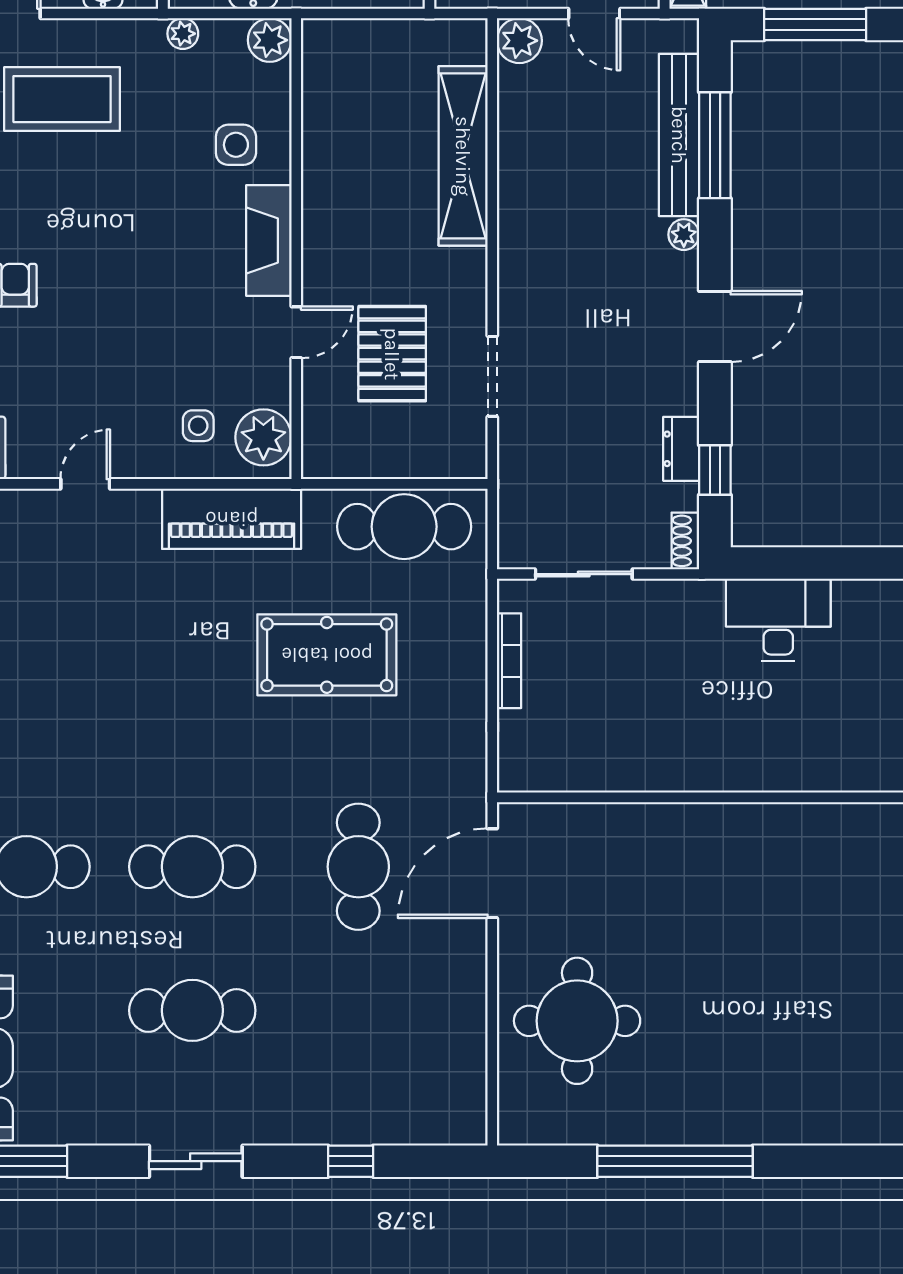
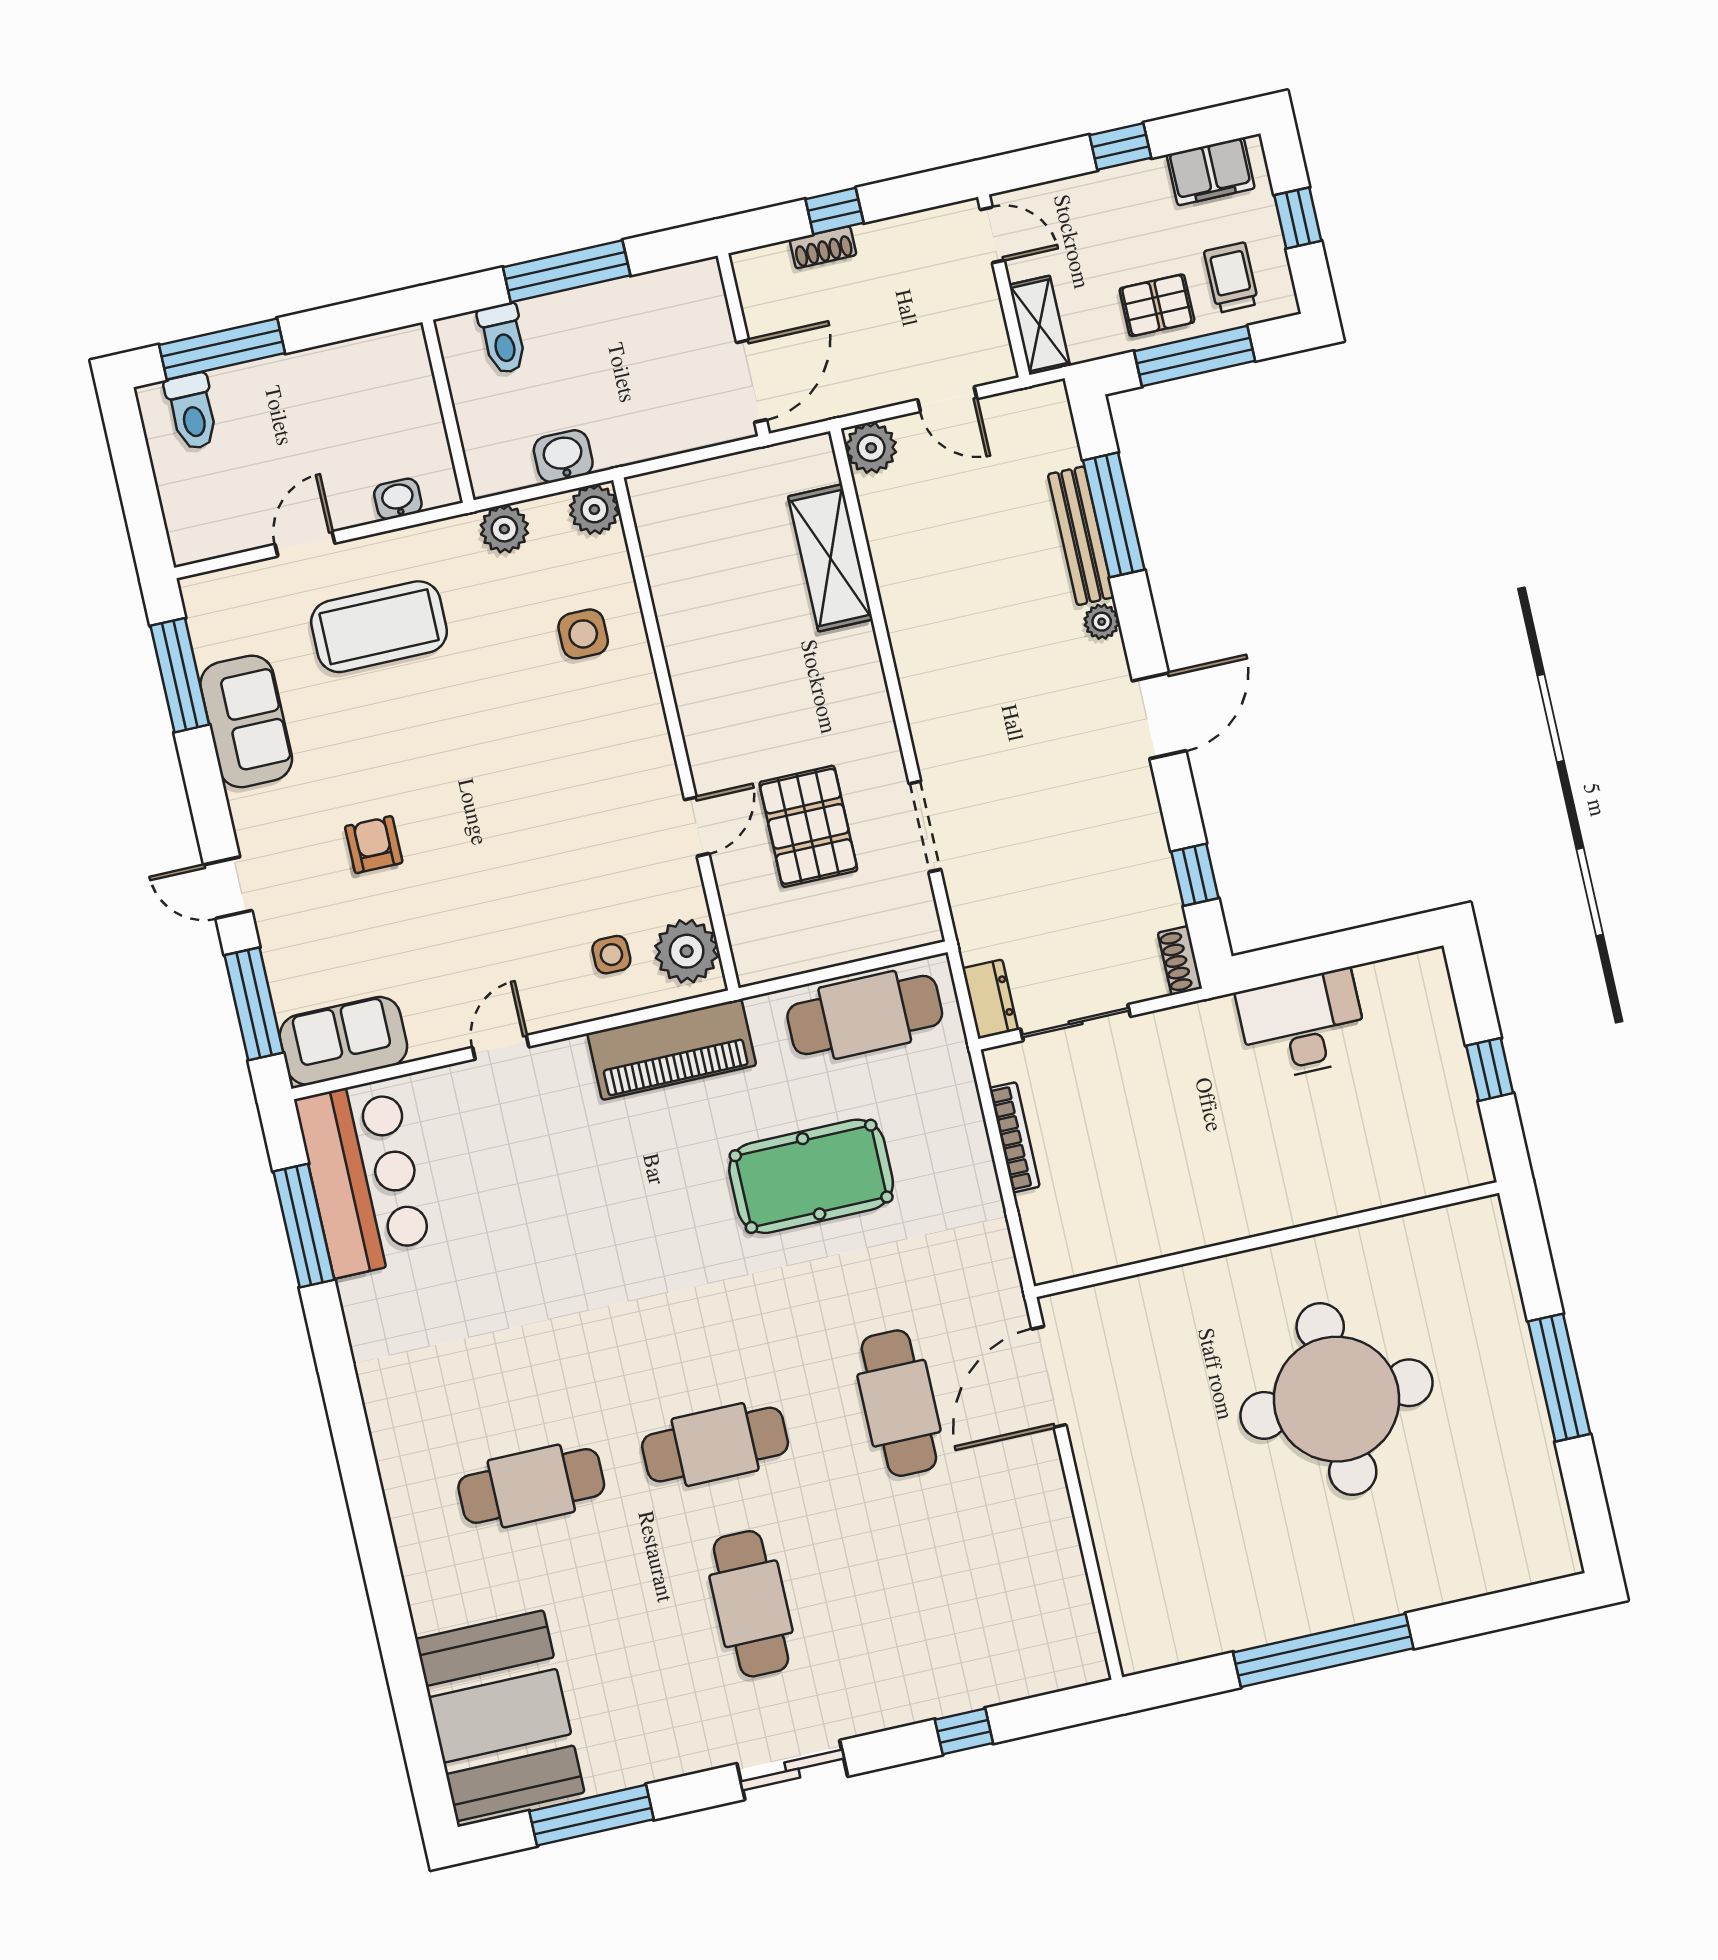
plant: (183, 34) -> (504, 529), width x1.38, depth x1.38
bench: (679, 135) -> (1081, 536), width x0.73, depth x0.82
shelving: (463, 156) -> (830, 558), width x0.68
fireplace: (269, 240) -> (643, 732), removed
dresser: (681, 449) -> (990, 999), moved, turned 180
cafe table: (192, 1010) -> (751, 1604), turned 90
round table: (577, 1021) -> (1336, 1399), moved, width x1.36, depth x1.36

